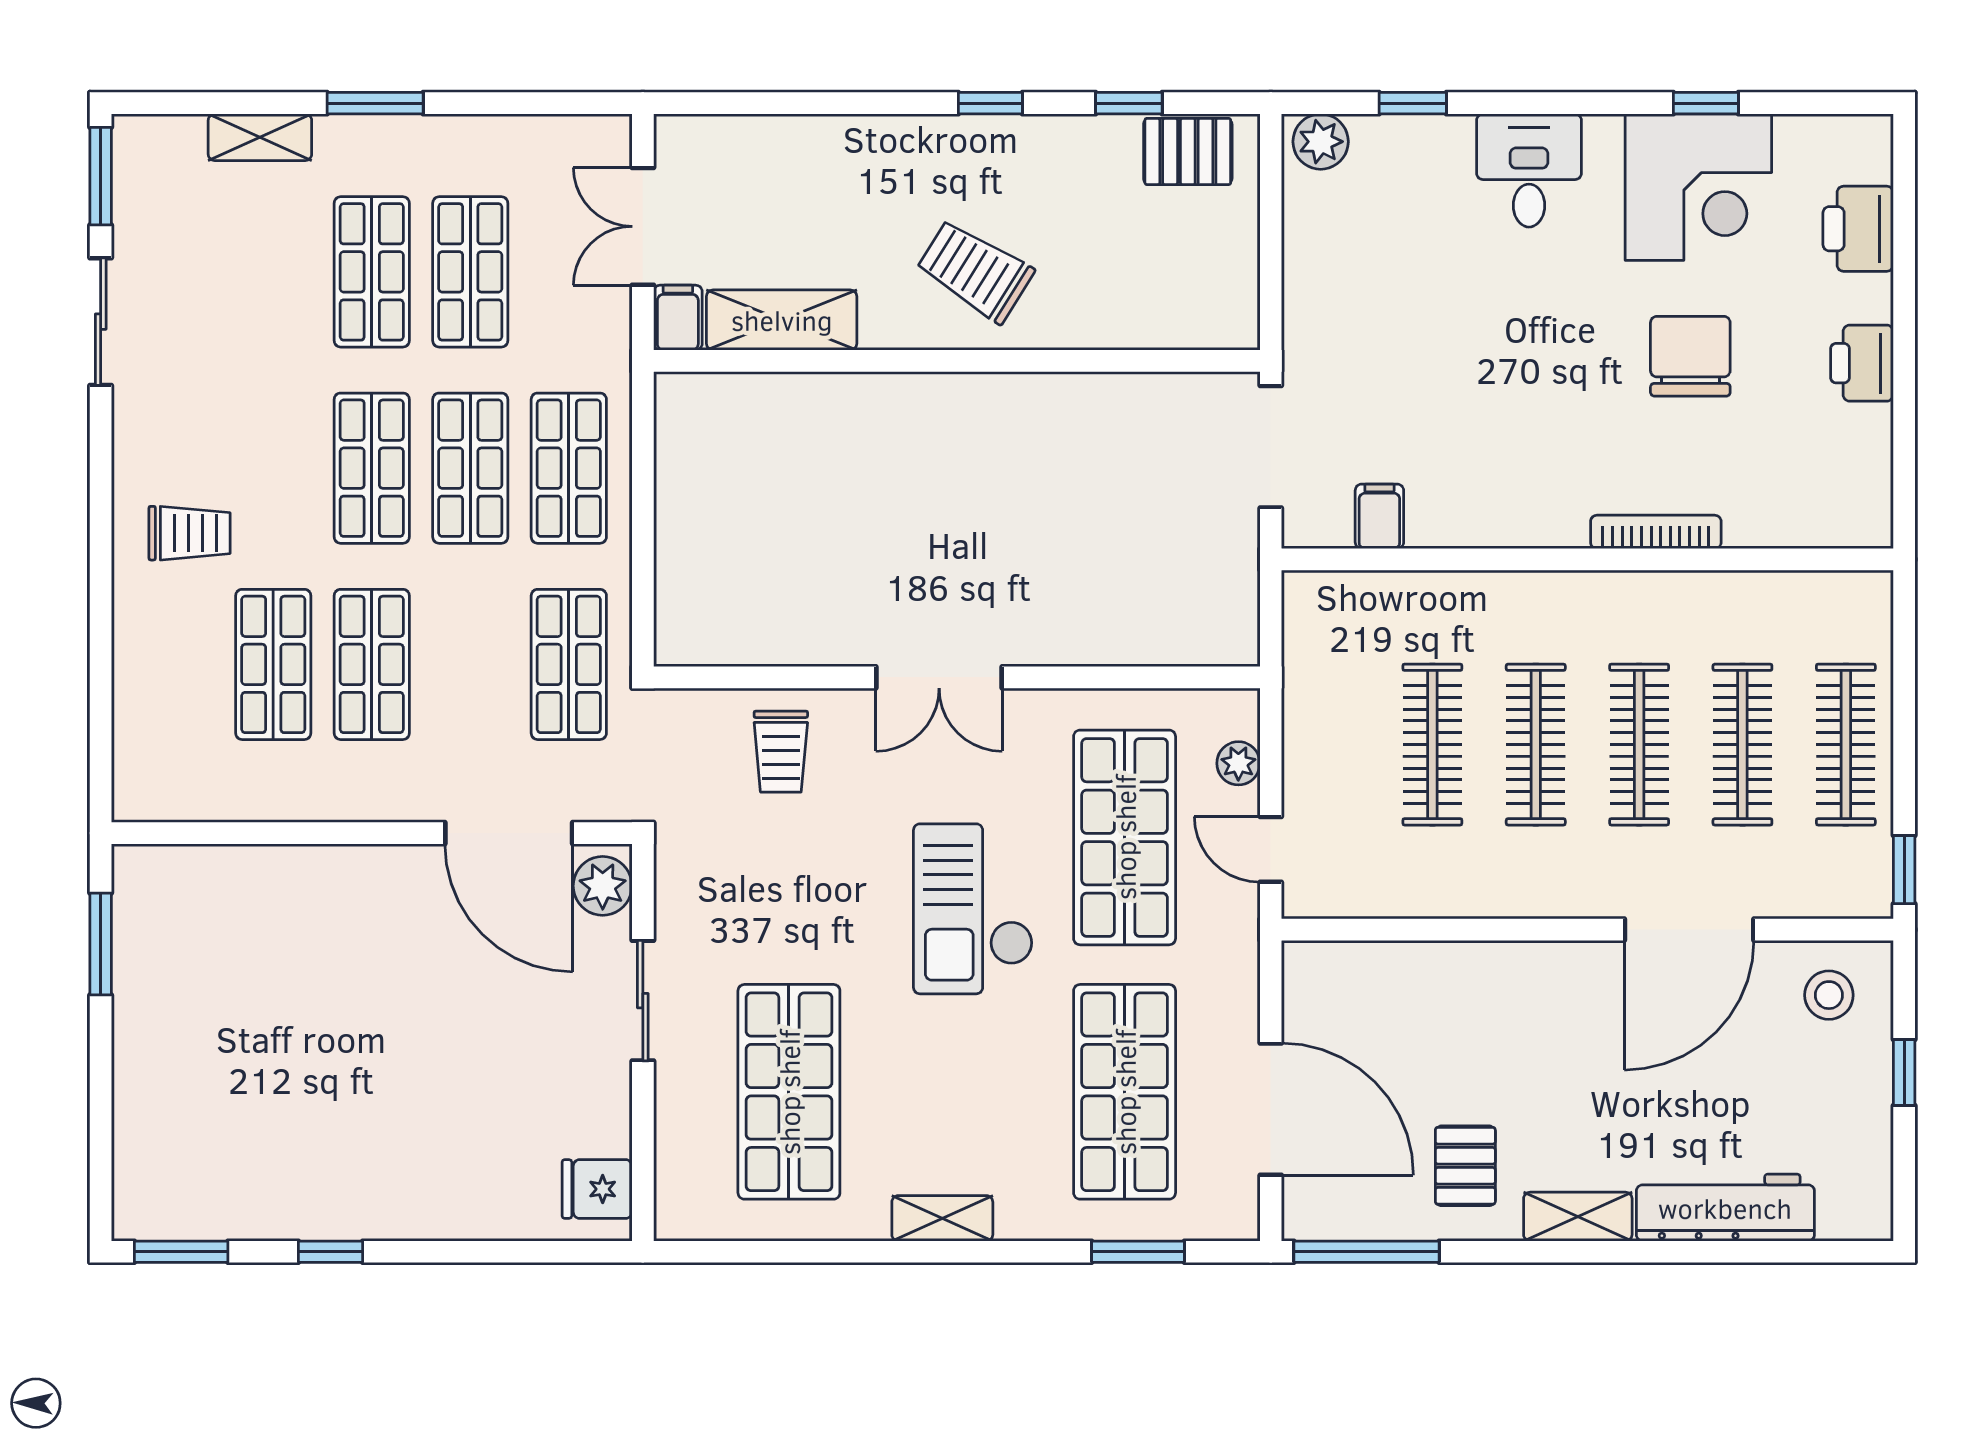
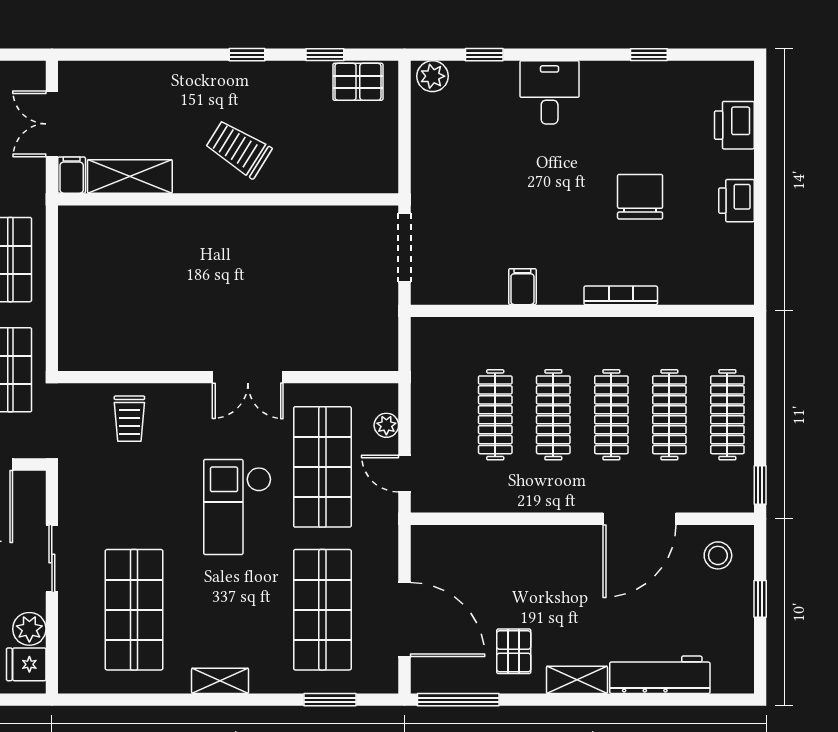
corner desk: (1698, 187) -> (645, 102), removed
filing cabinet: (1379, 516) -> (522, 287), moved
double door: (939, 677) -> (248, 377), moved
plant: (603, 886) -> (29, 629), moved

